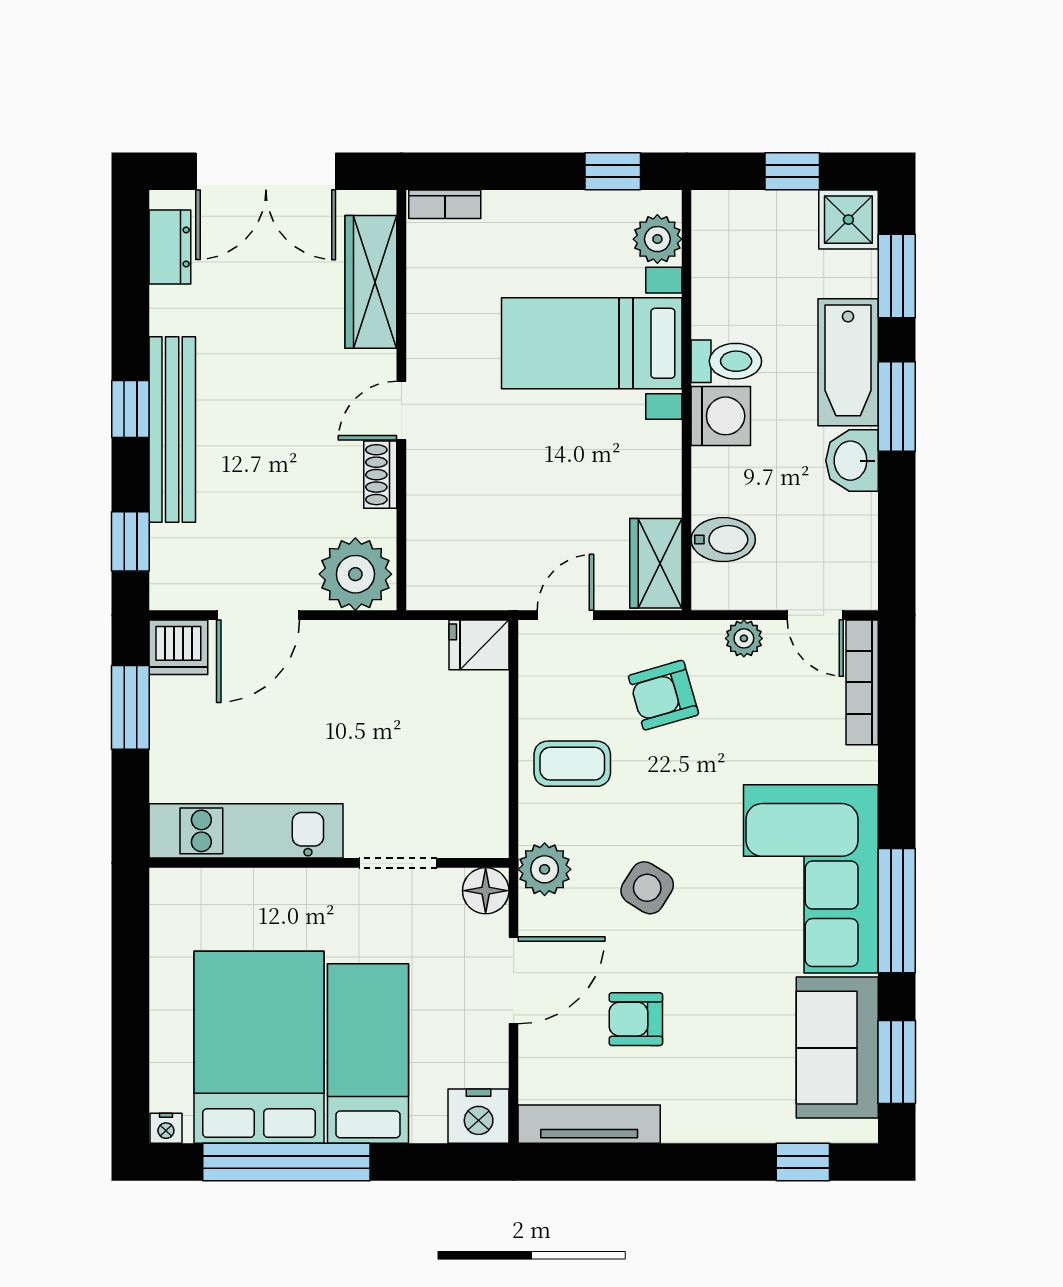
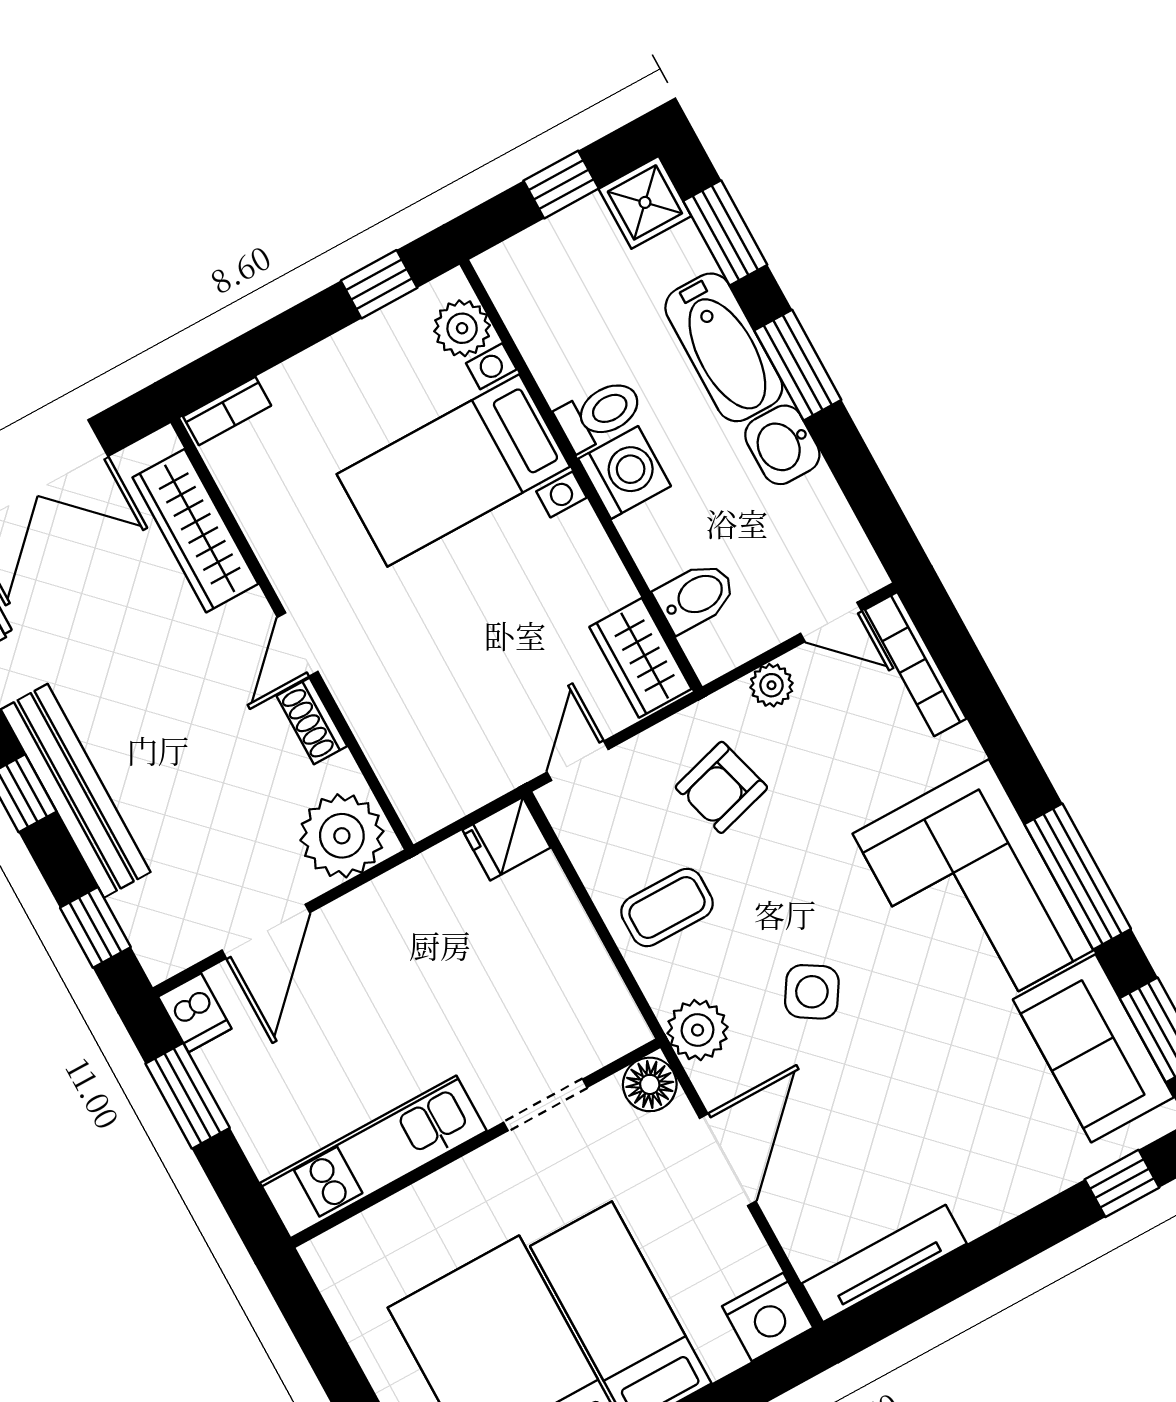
dishwasher: (178, 647) -> (195, 1013), width x0.73
armchair: (636, 1019) -> (873, 1131), removed

